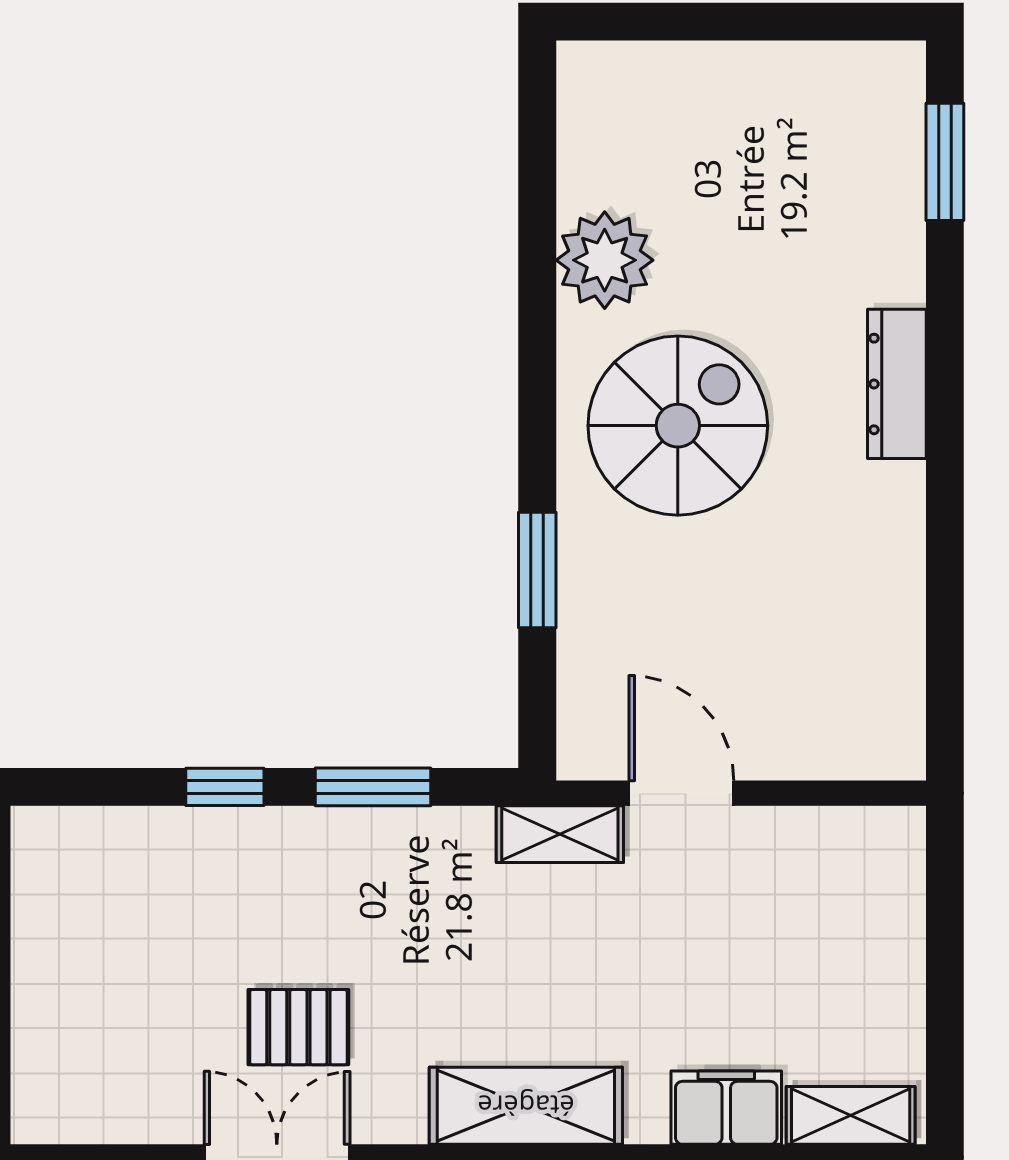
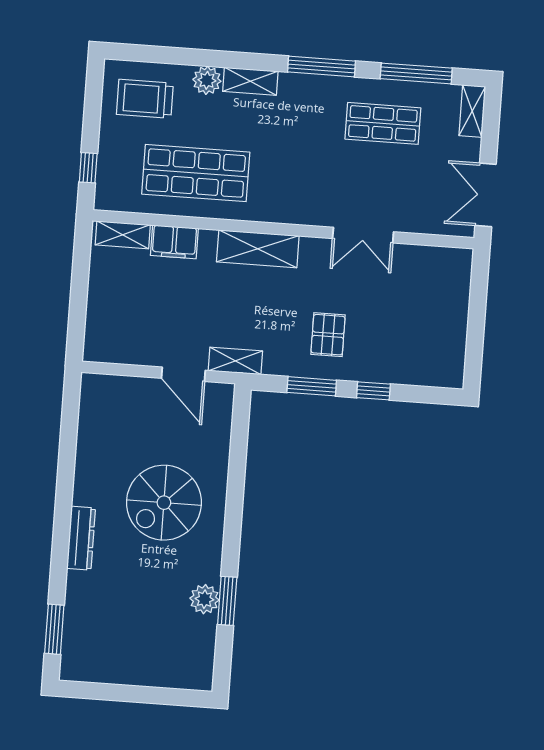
plant: (605, 260) -> (204, 599), width x0.73, depth x0.73
spiral stairs: (678, 426) -> (164, 503), moved
window: (537, 570) -> (227, 601), moved
pallet: (298, 1027) -> (328, 335), moved, turned 90

